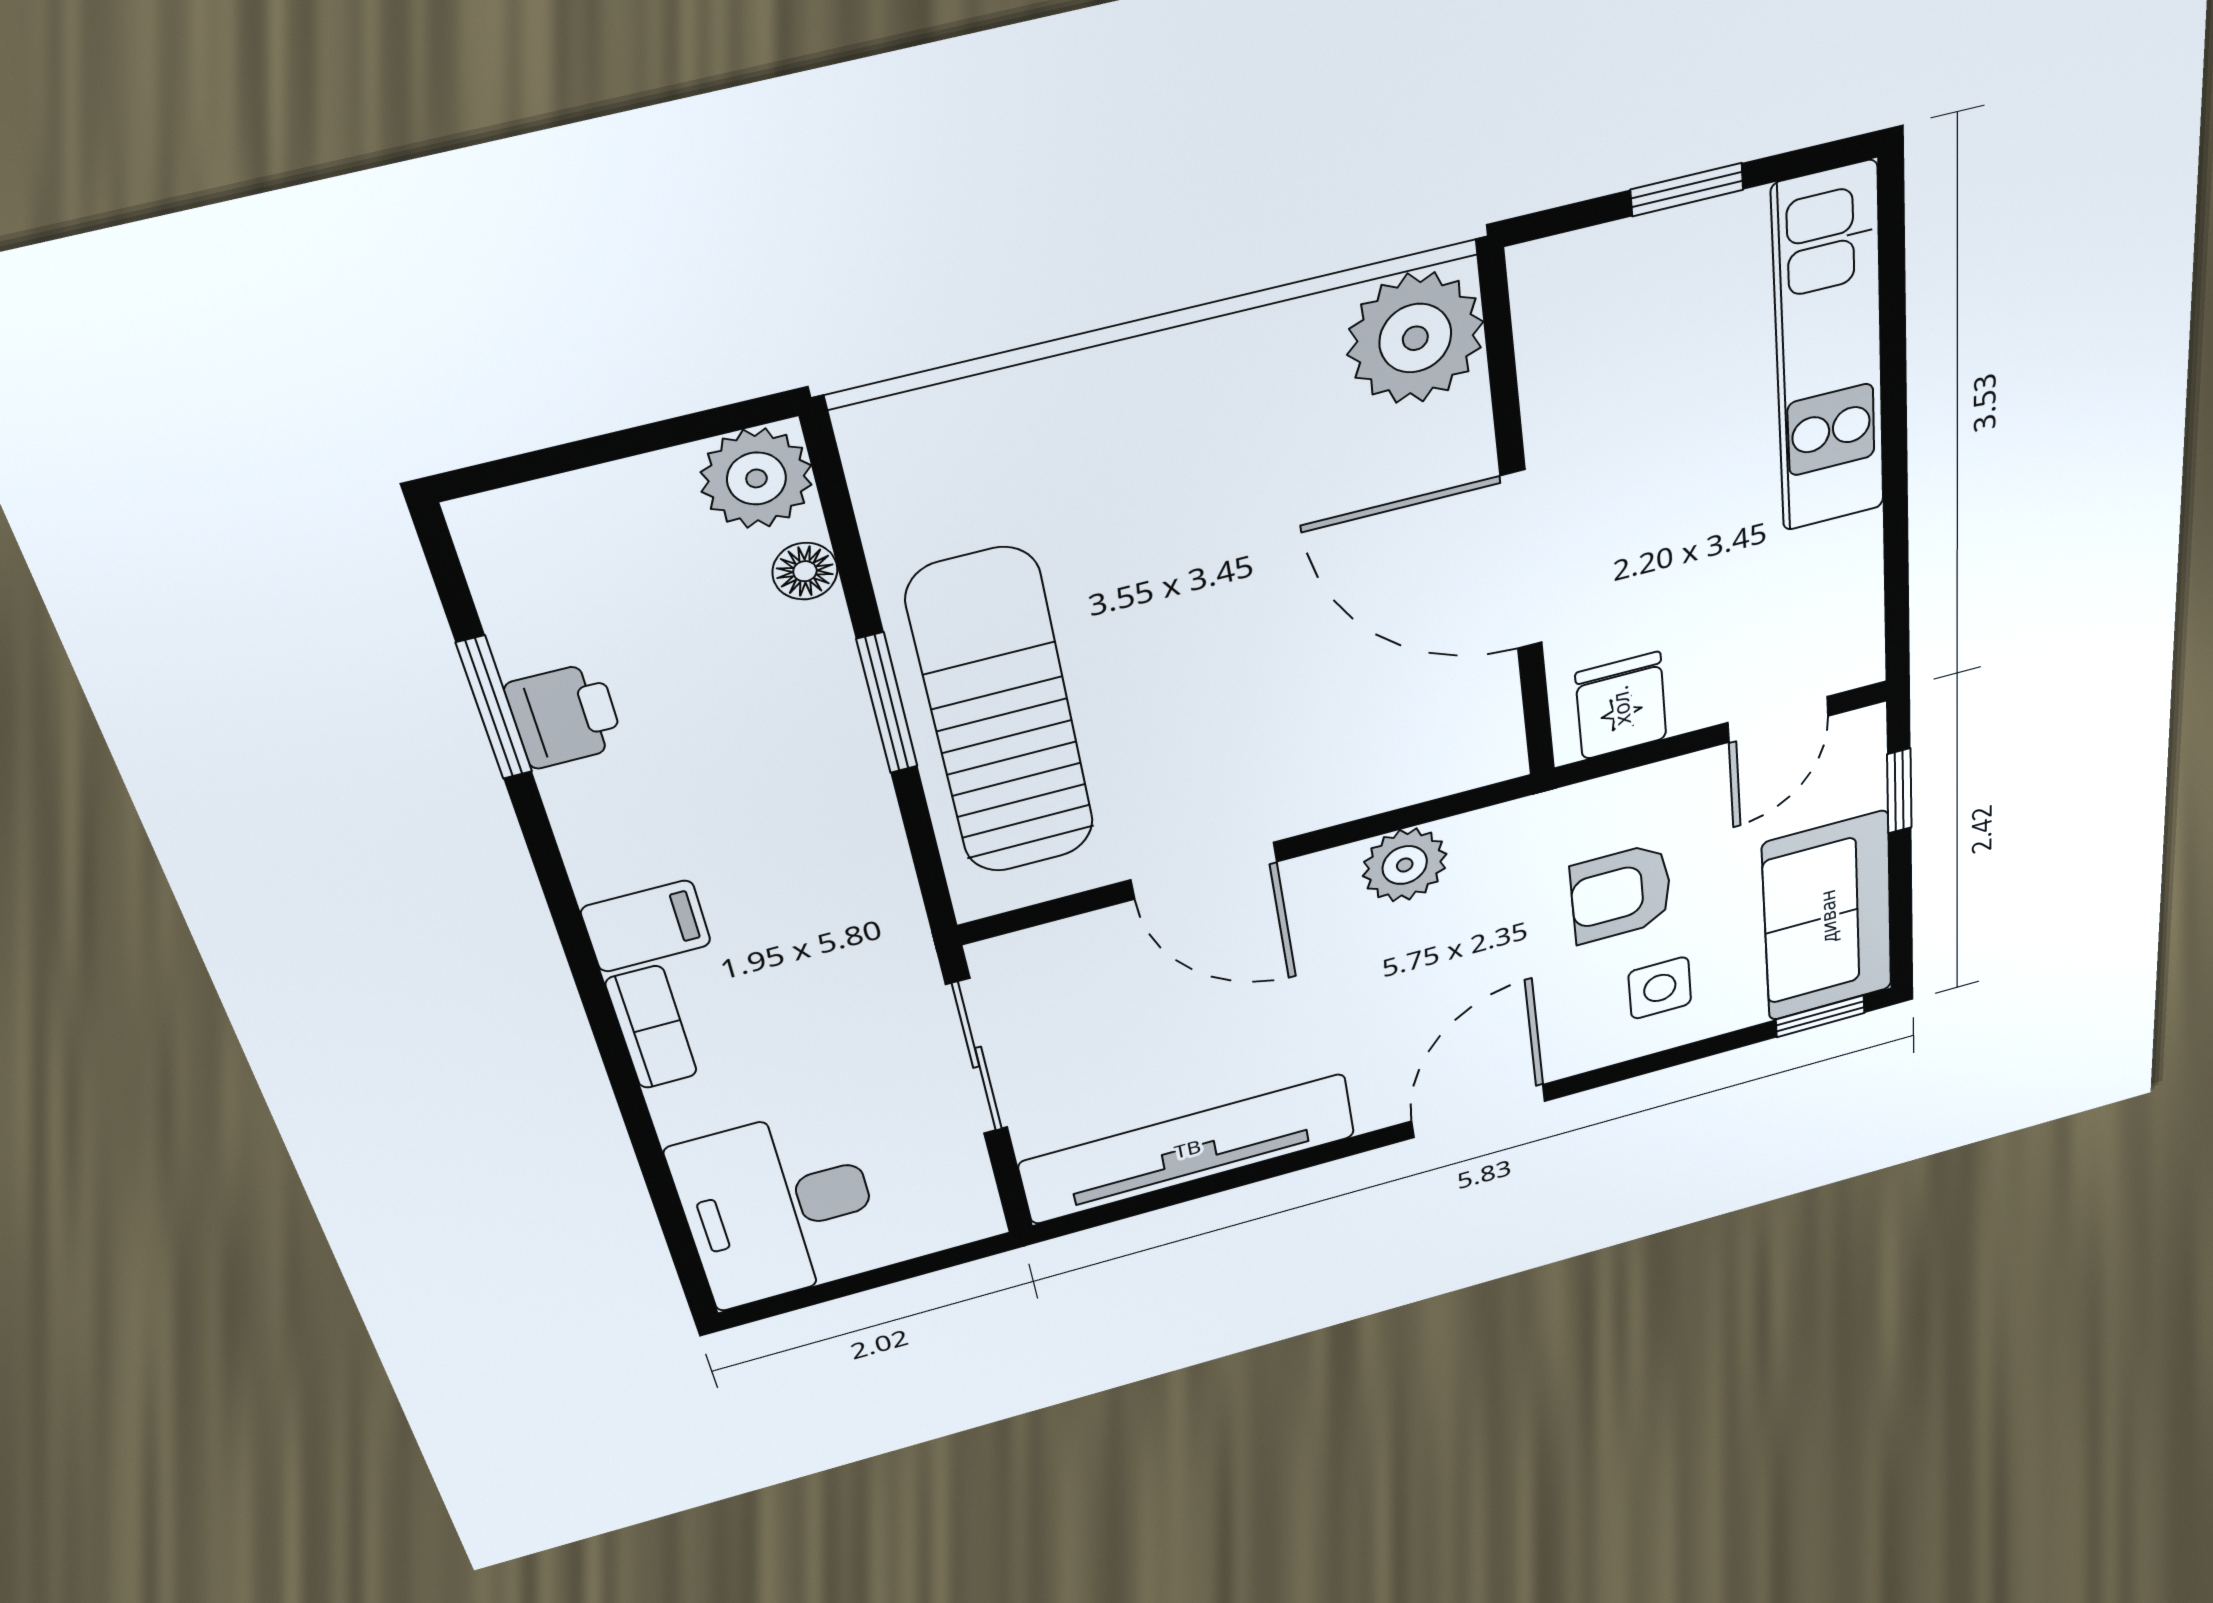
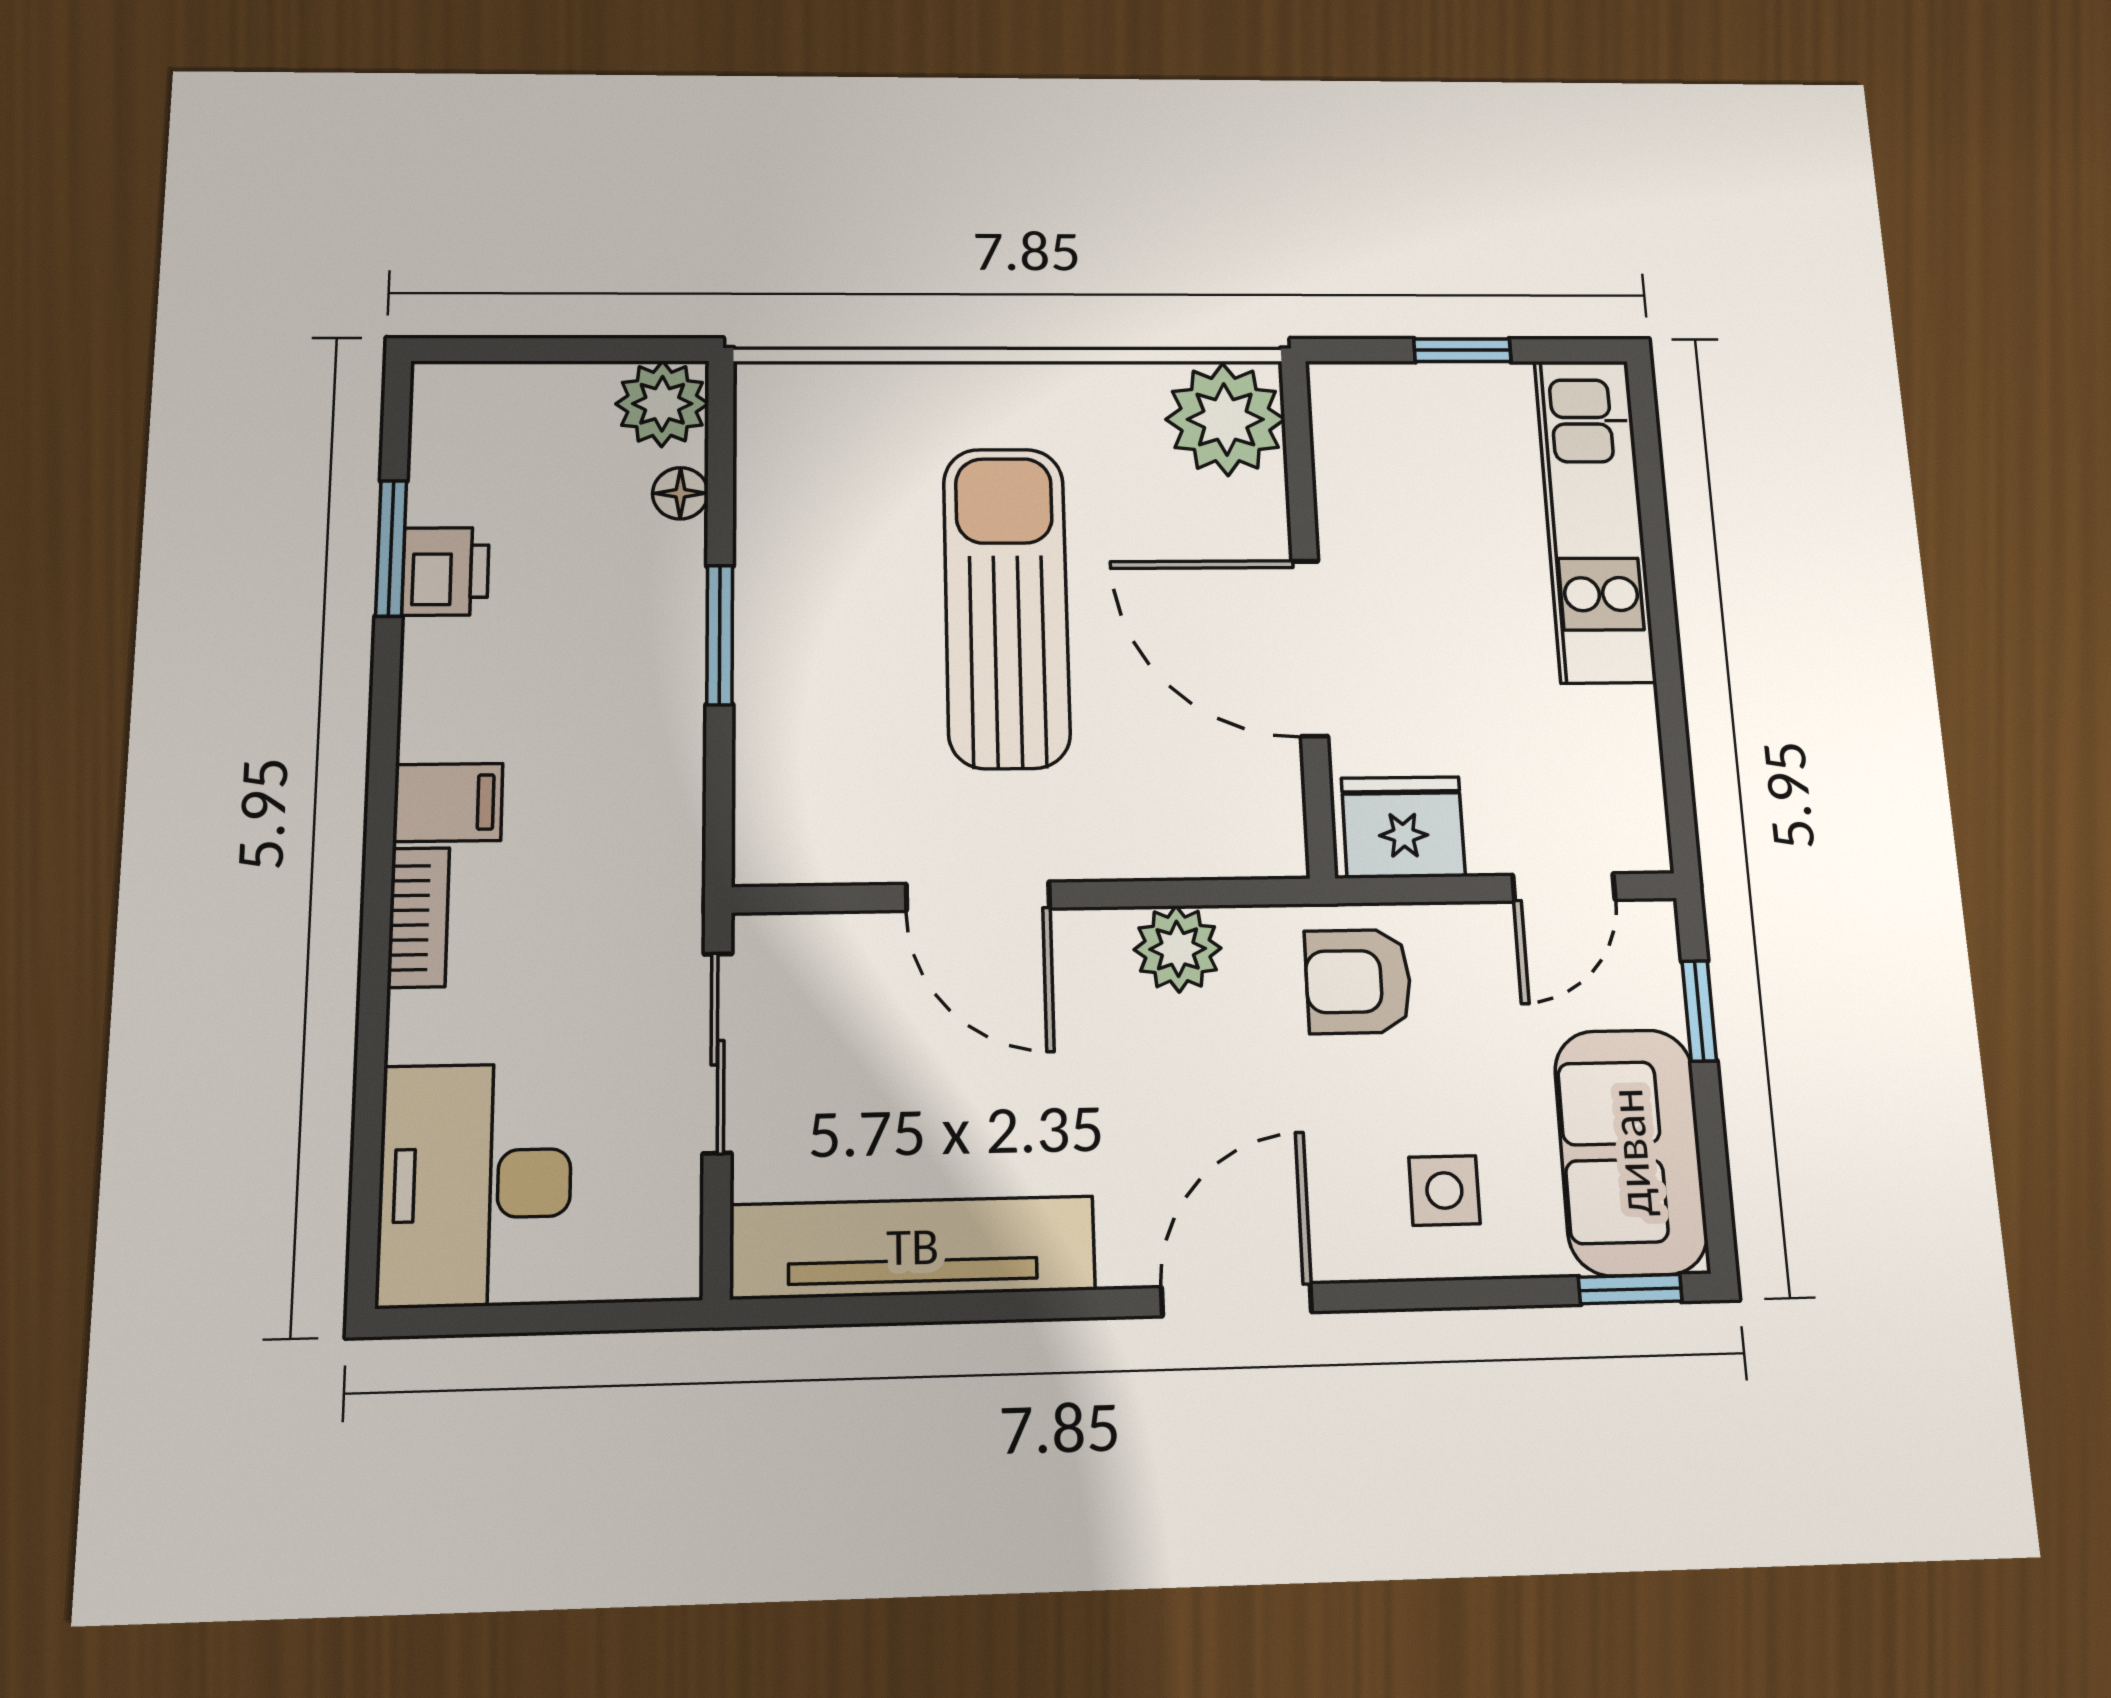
fridge: (1621, 706) -> (1403, 827), width x1.38
sun lounger: (1002, 714) -> (1006, 607), moved
armchair: (1621, 893) -> (1358, 981), moved

